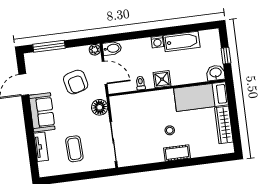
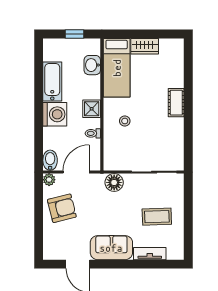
washing machine: (157, 42) -> (55, 114), width x1.89, depth x1.89
window: (49, 46) -> (39, 230), removed
washbasin: (216, 73) -> (92, 65), moved
armchair: (76, 82) -> (62, 208), moved
wardrobe: (224, 125) -> (145, 46), width x0.67
stool: (170, 130) -> (125, 121), moved

